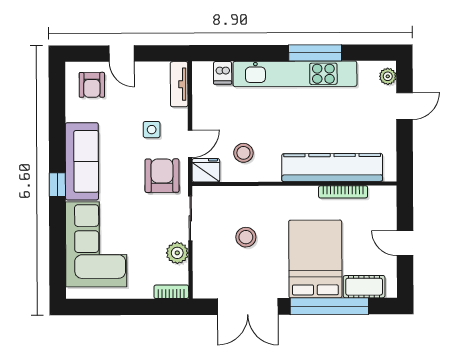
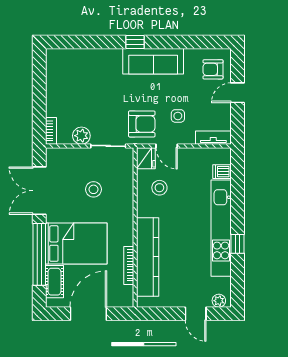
window: (315, 53) -> (237, 244), width x0.46
door: (405, 243) -> (88, 314), width x1.87
corner sofa: (96, 244) -> (88, 72), removed

